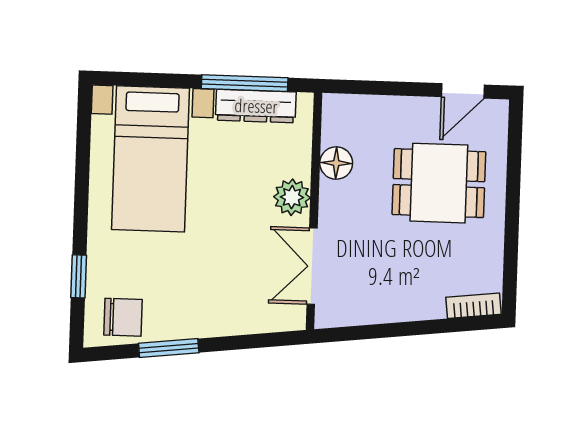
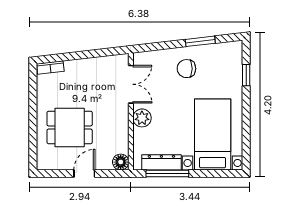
door: (463, 91) -> (84, 174), moved
floor lamp: (336, 163) -> (121, 162), moved
chair: (123, 317) -> (186, 69), moved

